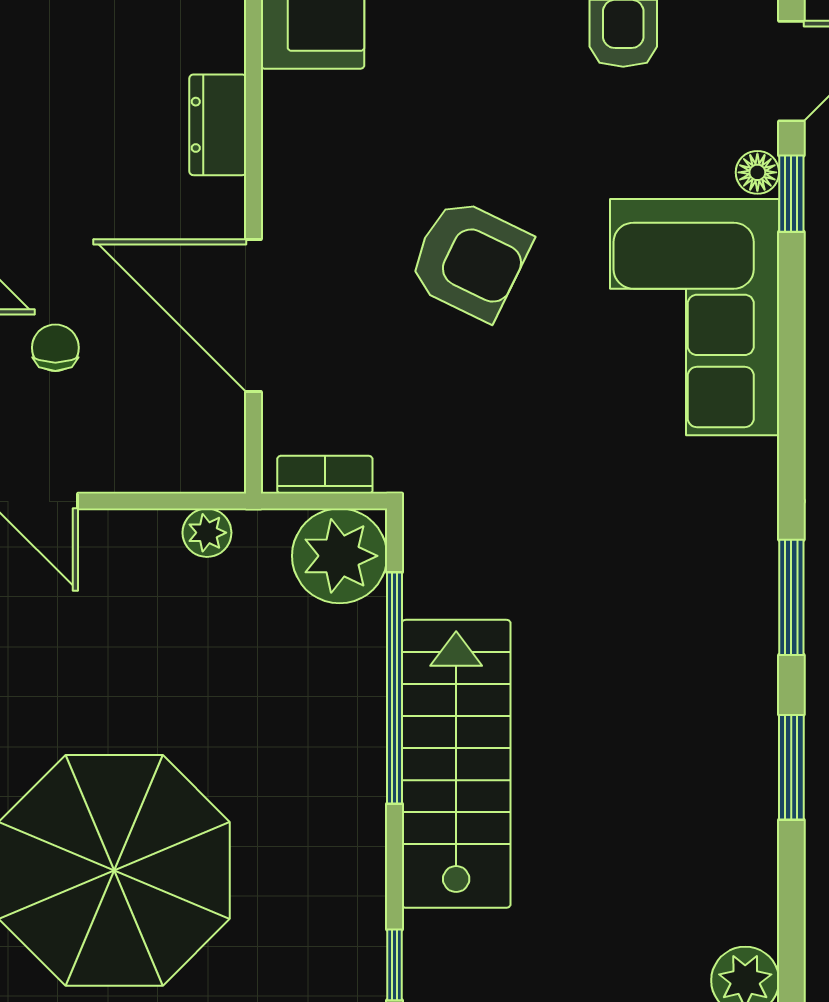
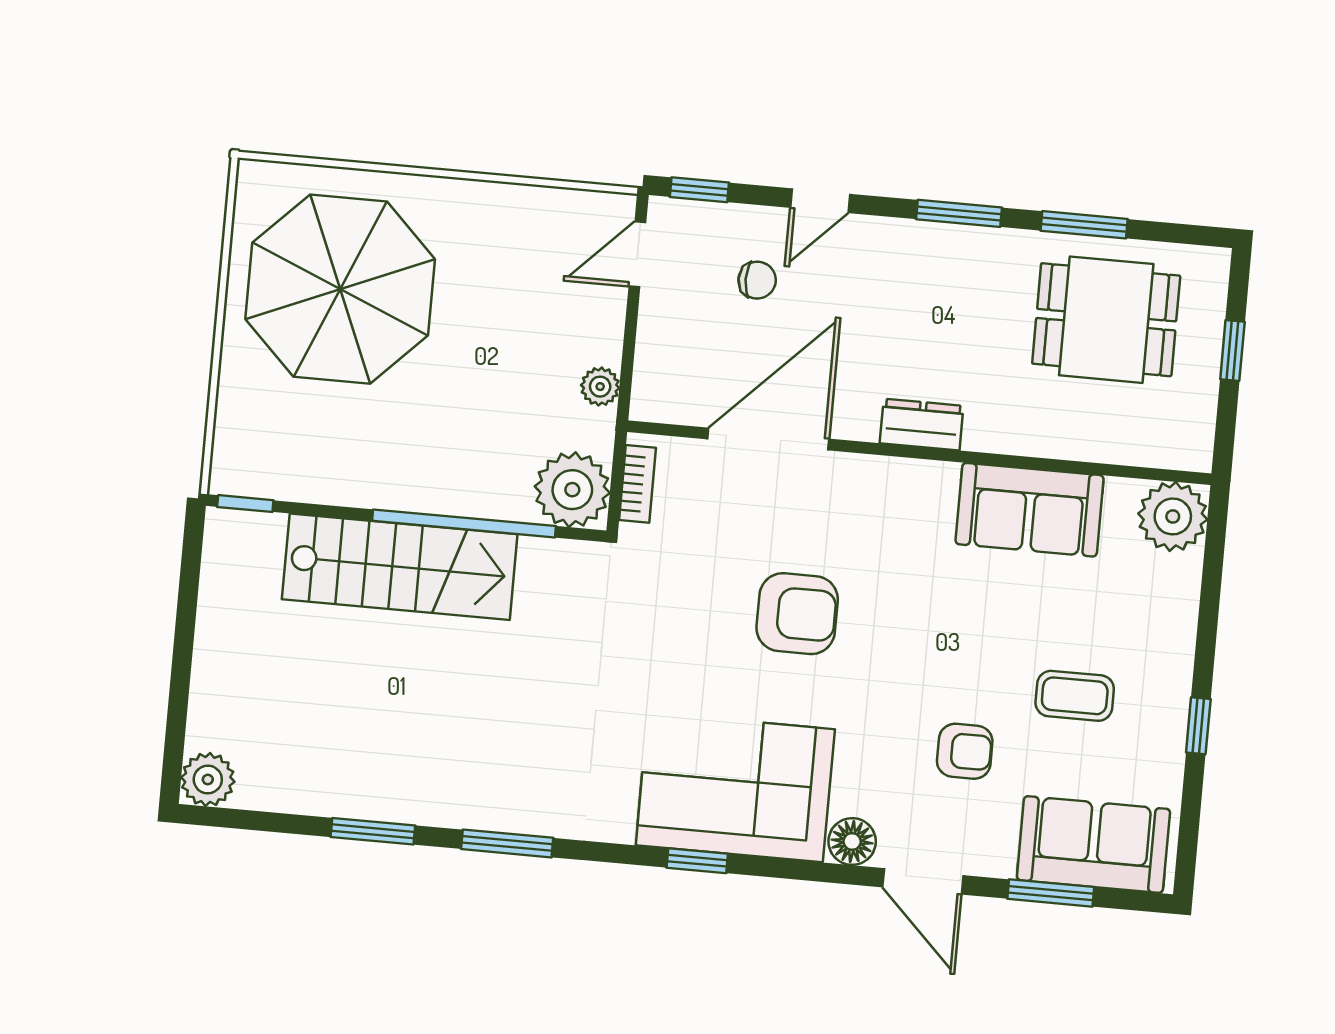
floor lamp: (757, 172) -> (852, 841), width x1.37, depth x1.37
window: (791, 194) -> (697, 861), moved
armchair: (470, 259) -> (797, 614), turned -116

